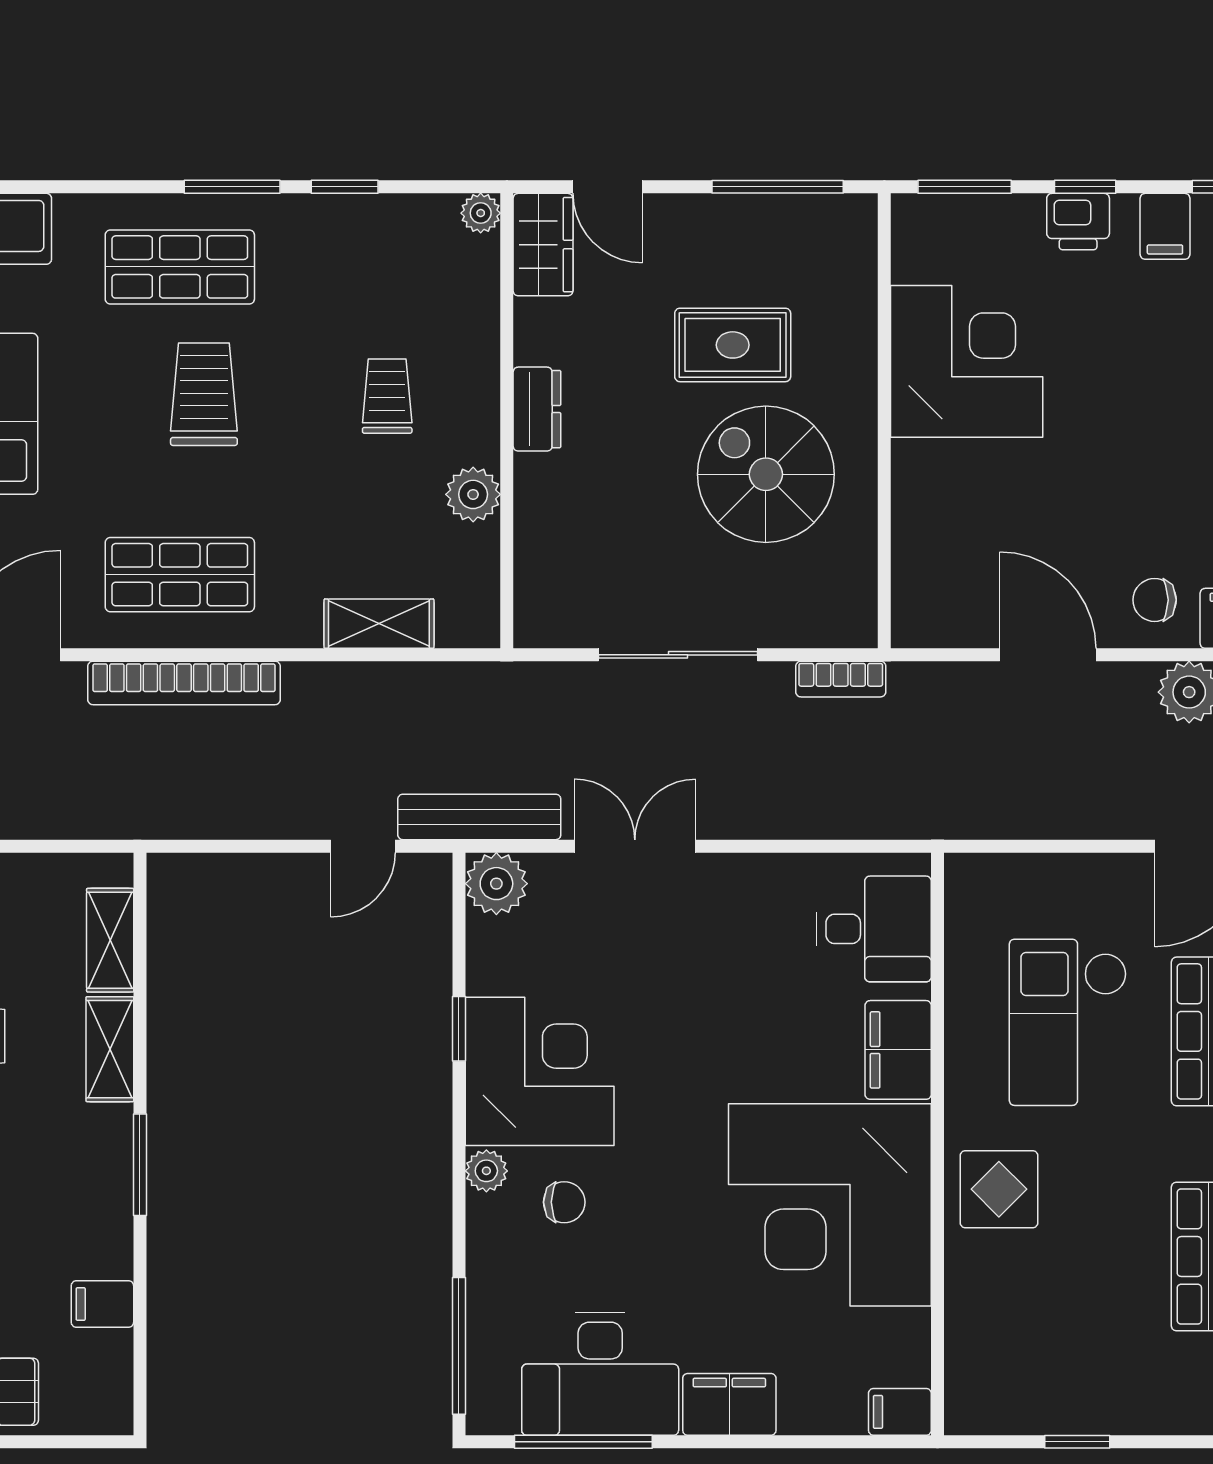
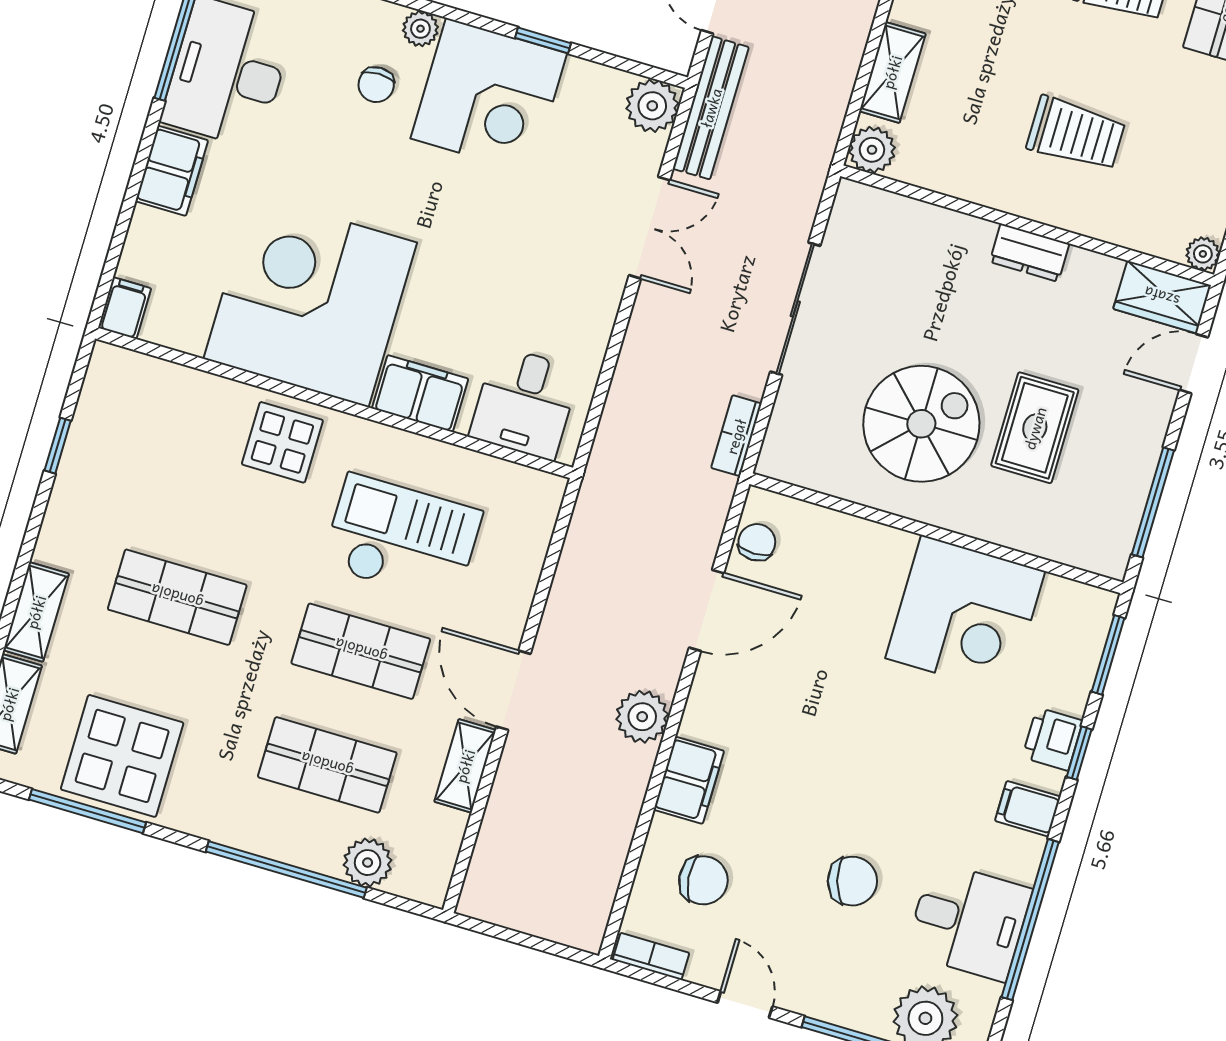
trolley: (387, 396) -> (1076, 134), width x1.36, depth x1.39
plant: (473, 494) -> (872, 150), moved
chair: (1155, 600) -> (757, 542), moved

